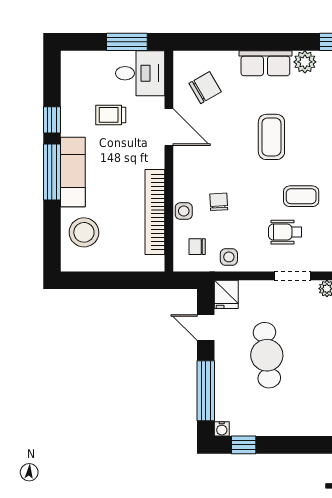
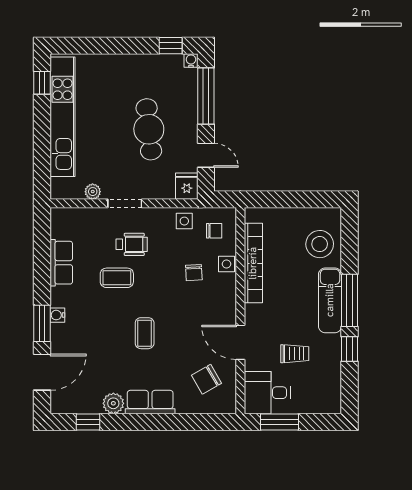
coffee table: (271, 137) -> (145, 333), width x0.73, depth x0.77

